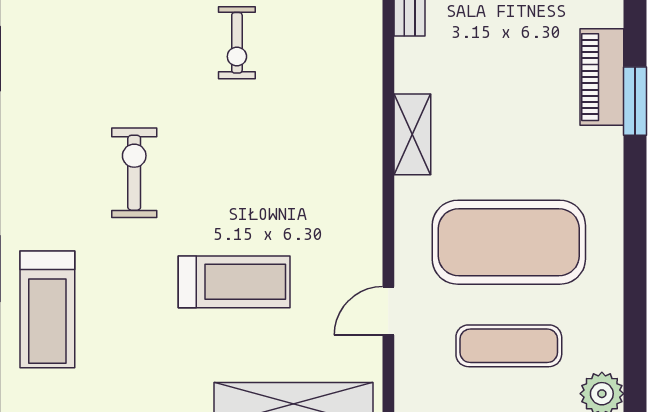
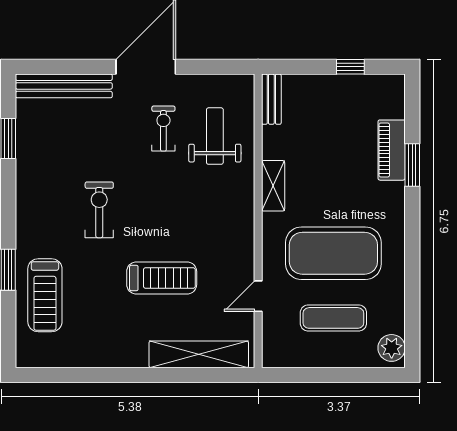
exercise bike: (237, 43) -> (163, 129), turned 180
weight bench: (319, 55) -> (215, 136), added

